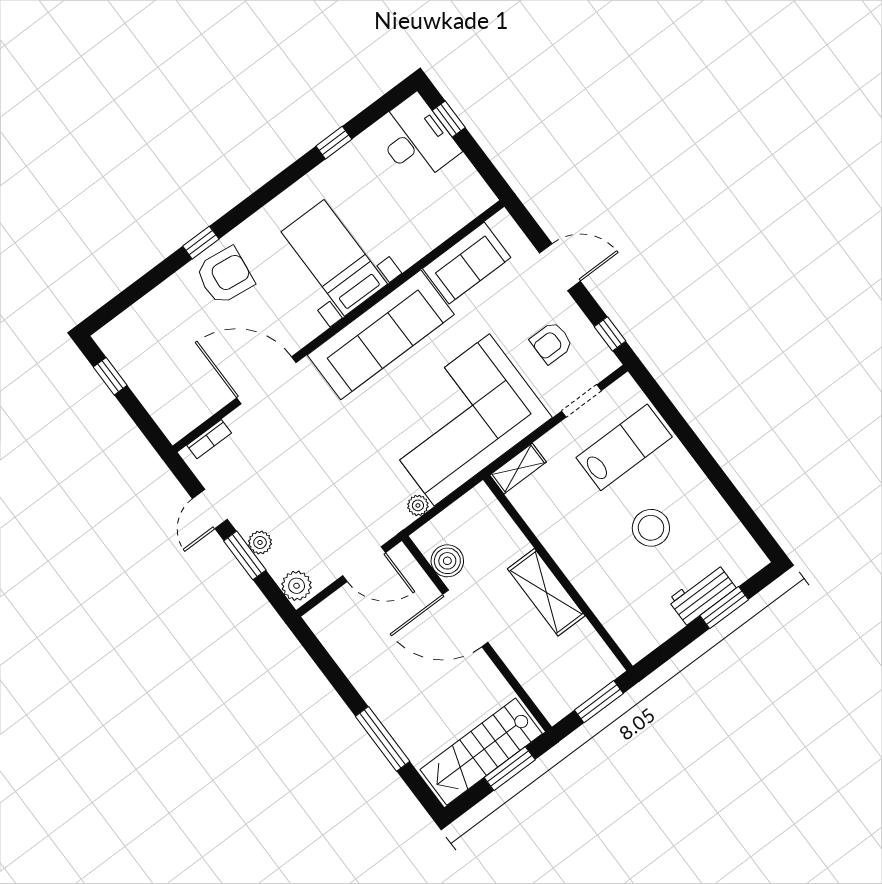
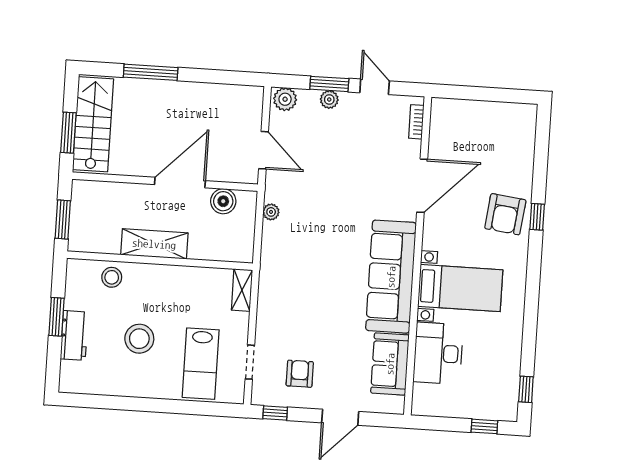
desk: (416, 139) -> (438, 353), moved, turned 90
window: (334, 143) -> (526, 389), moved
window: (110, 376) -> (504, 95), removed
corner sofa: (462, 420) -> (299, 281), removed
door: (364, 564) -> (264, 150), swing flipped
stool: (614, 606) -> (112, 277), added
window: (724, 608) -> (56, 317), moved

